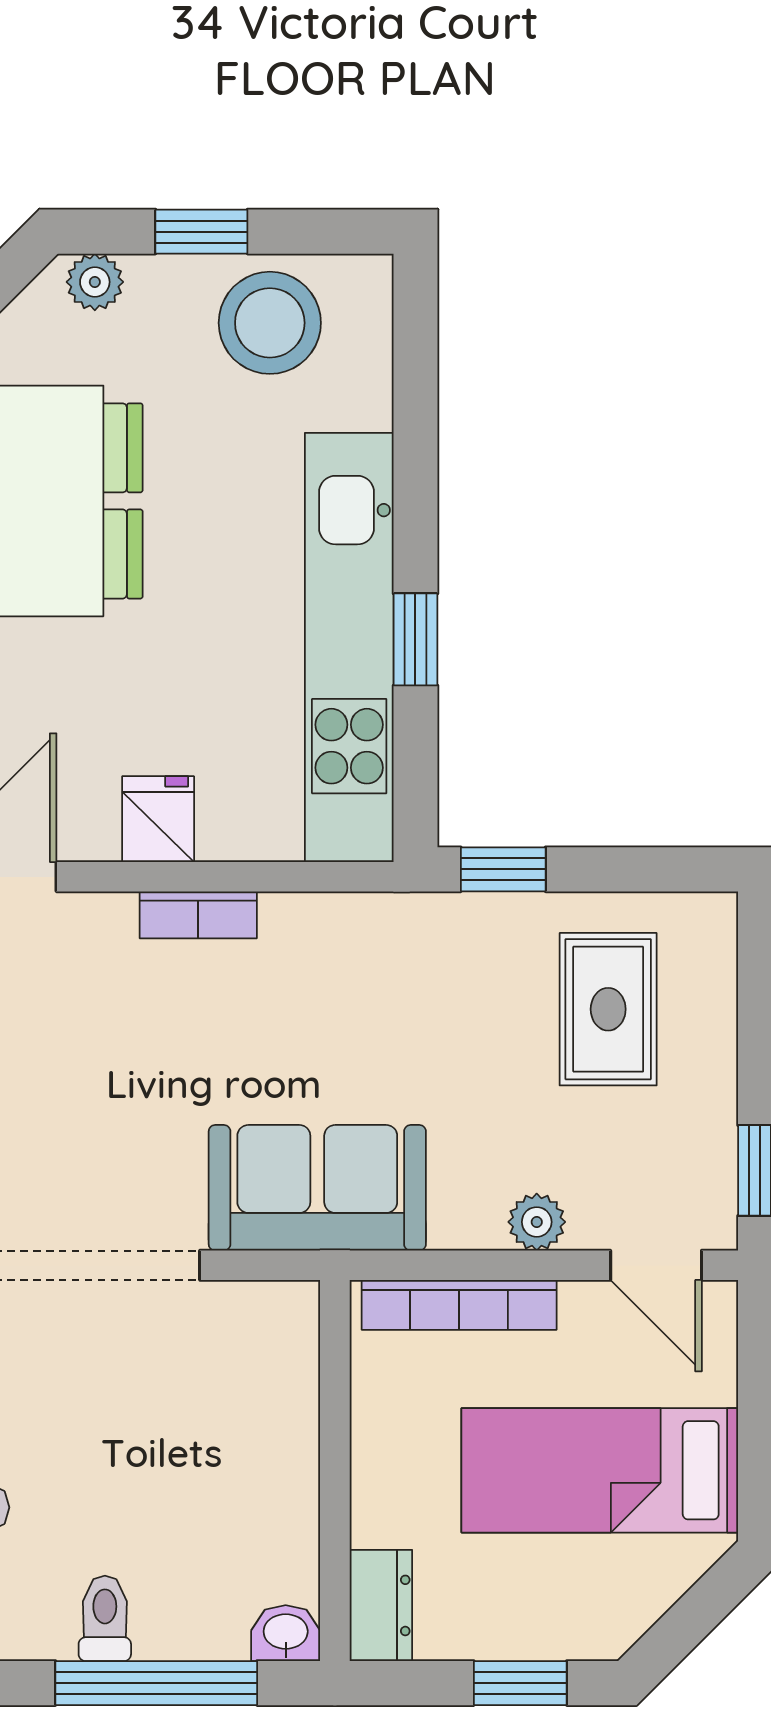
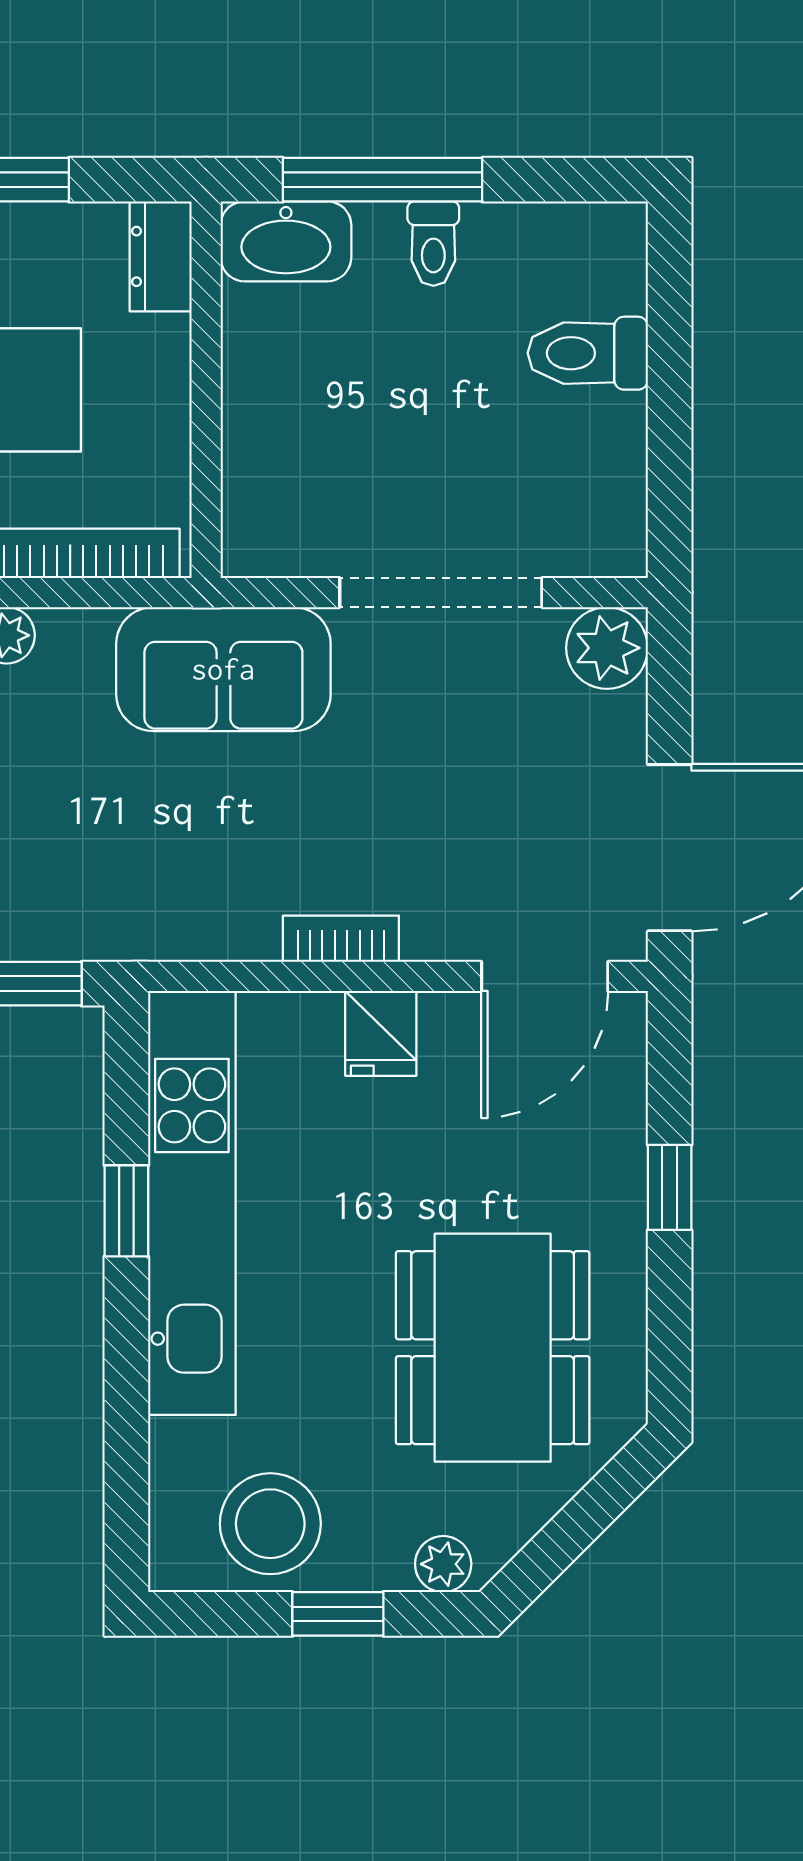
washbasin: (286, 1633) -> (286, 241), width x1.91, depth x1.45

